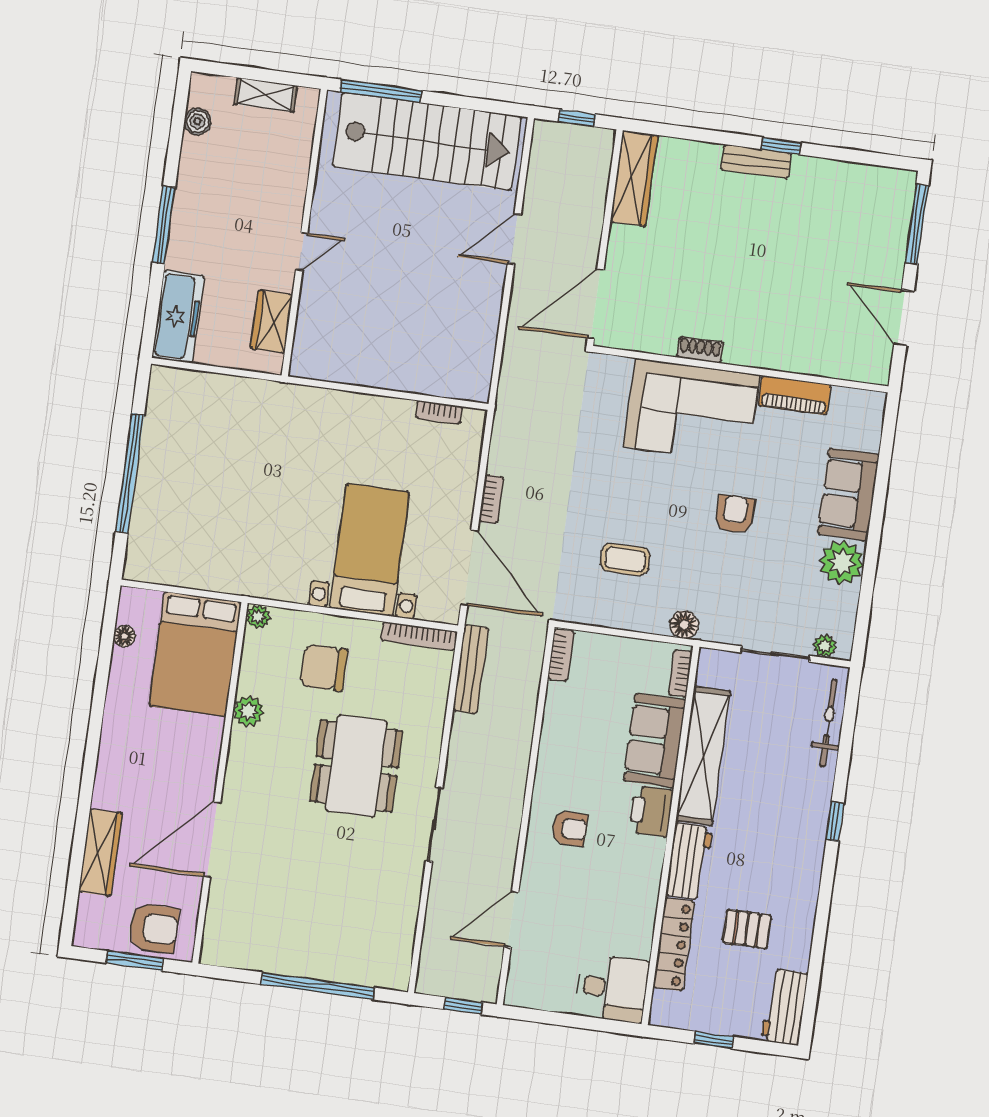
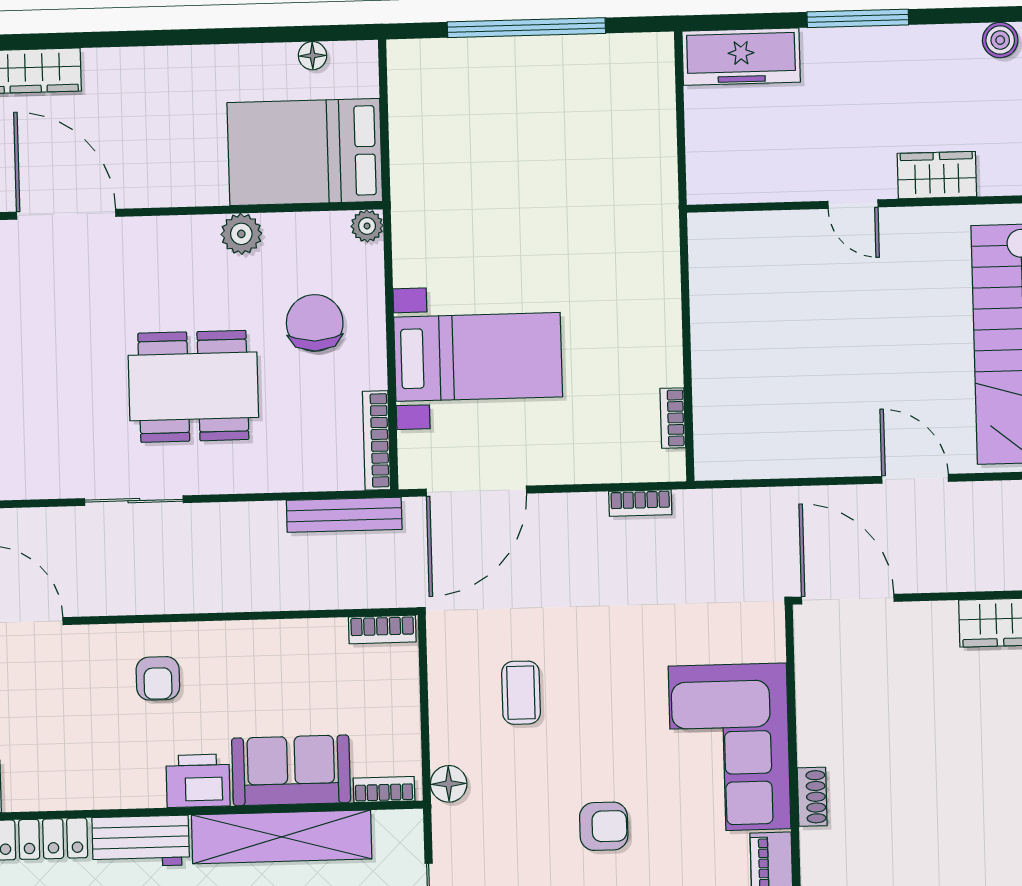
wardrobe: (272, 322) -> (937, 175), moved
shoe rack: (700, 350) -> (812, 797), moved
bookcase: (491, 499) -> (640, 503), moved

